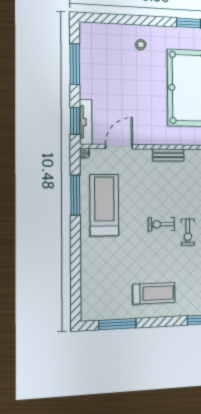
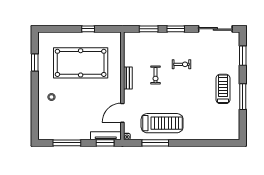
door: (119, 147) -> (122, 113), hinge flipped
treadmill: (104, 205) -> (162, 123), turned 180
exercise bike: (161, 224) -> (156, 75), moved
window: (117, 324) -> (243, 97), moved

